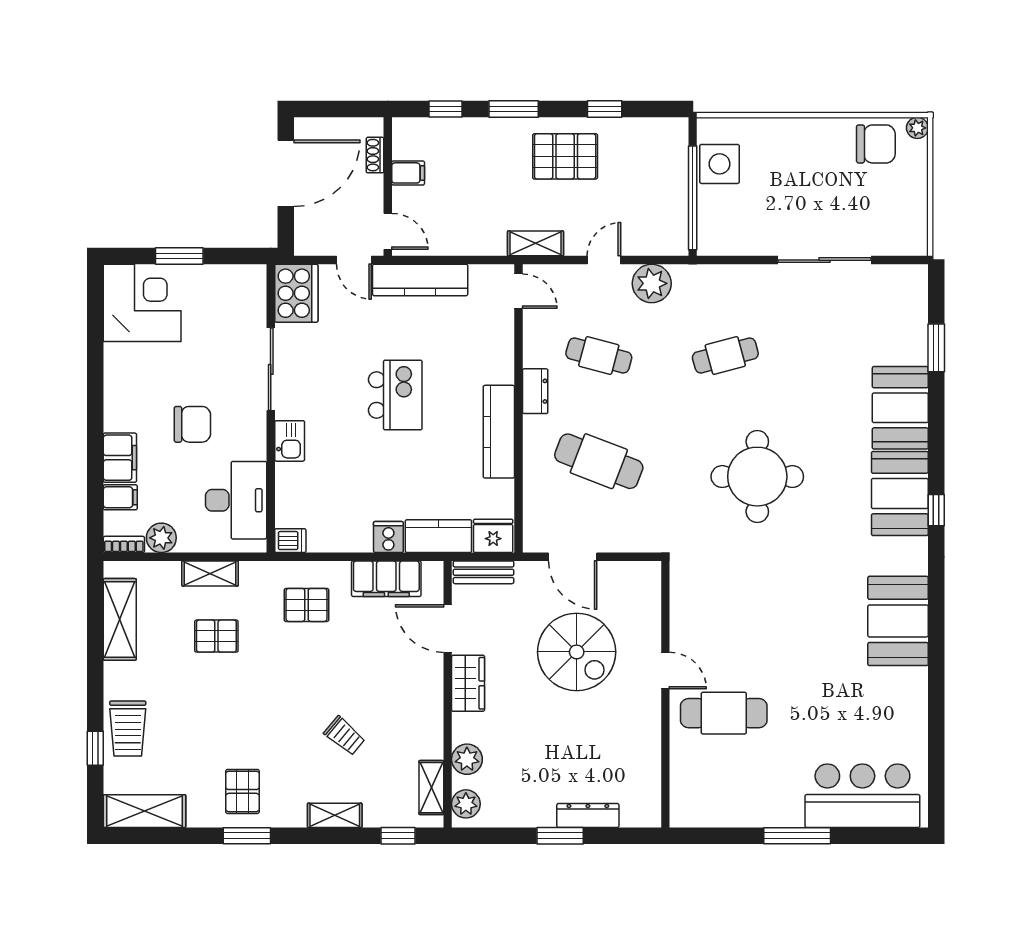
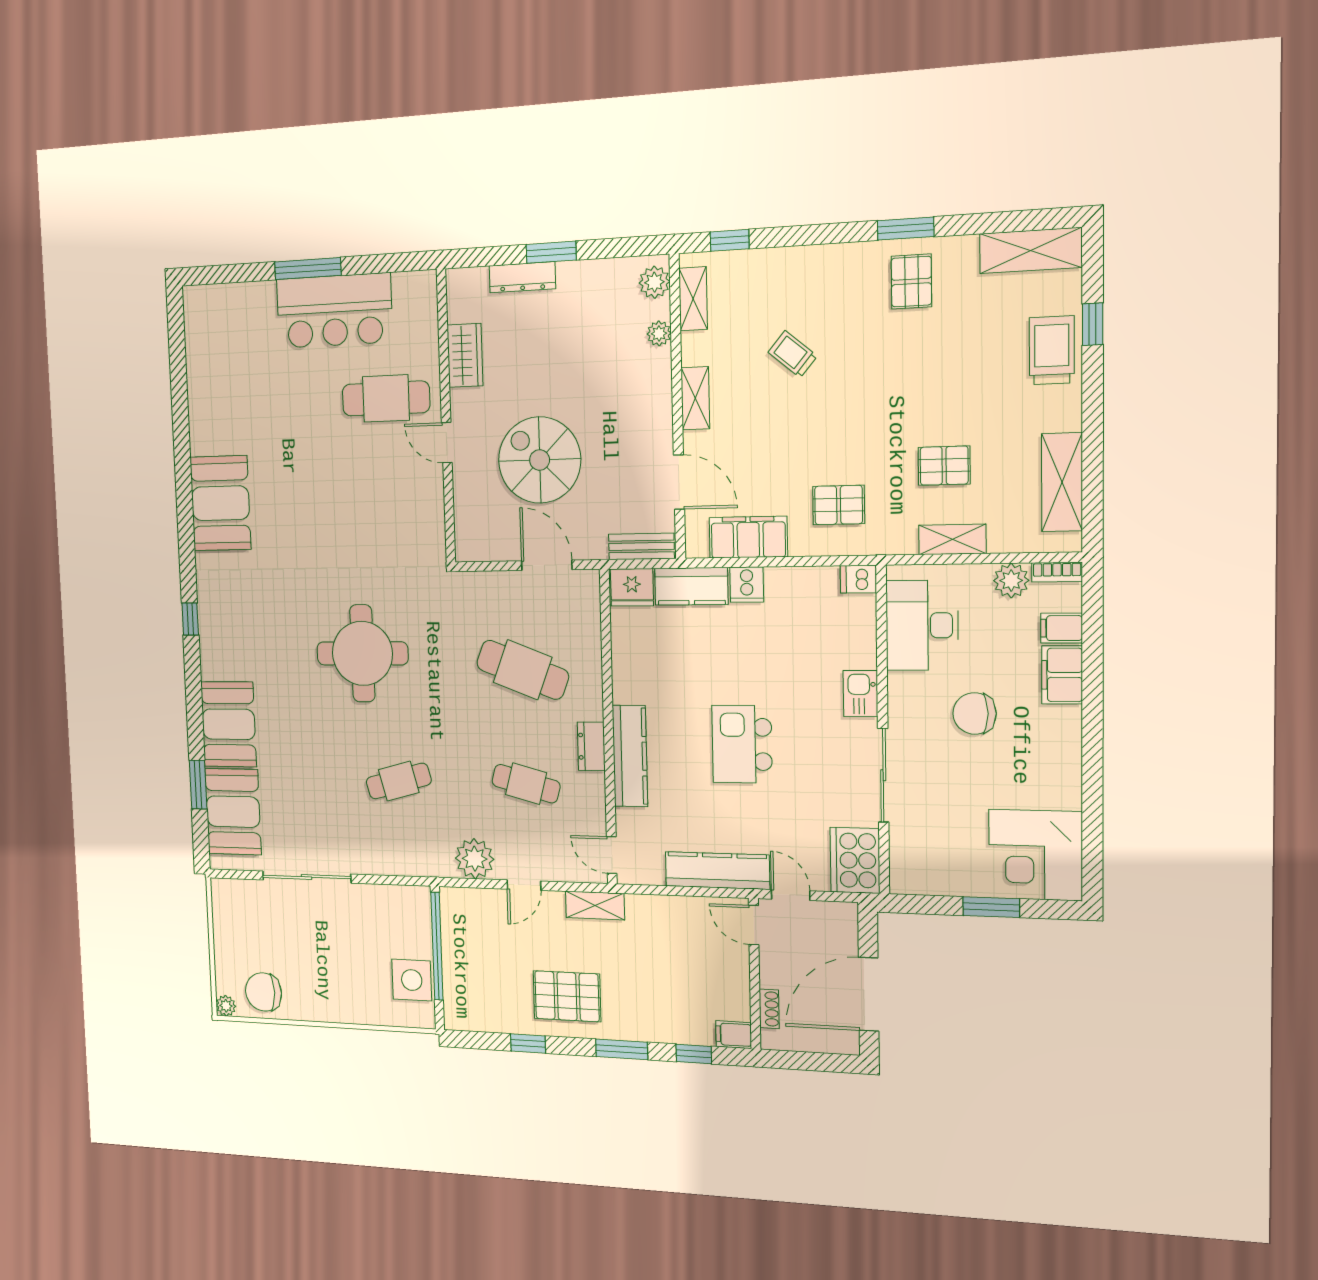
filing cabinet: (408, 173) -> (734, 1035), moved
kitchen counter: (499, 432) -> (630, 756), moved
booth: (900, 494) -> (233, 812), moved
wardrobe: (468, 683) -> (465, 355), moved, turned 180
plant: (467, 759) -> (659, 333), width x0.73, depth x0.73
bar counter: (862, 796) -> (334, 311), moved
shelving: (335, 815) -> (695, 398), moved, turned 90

